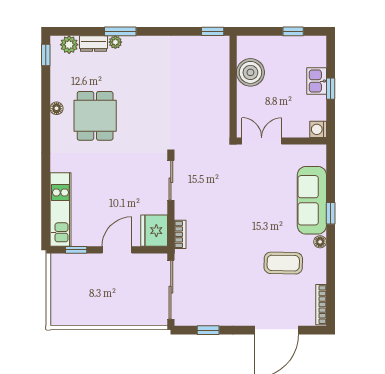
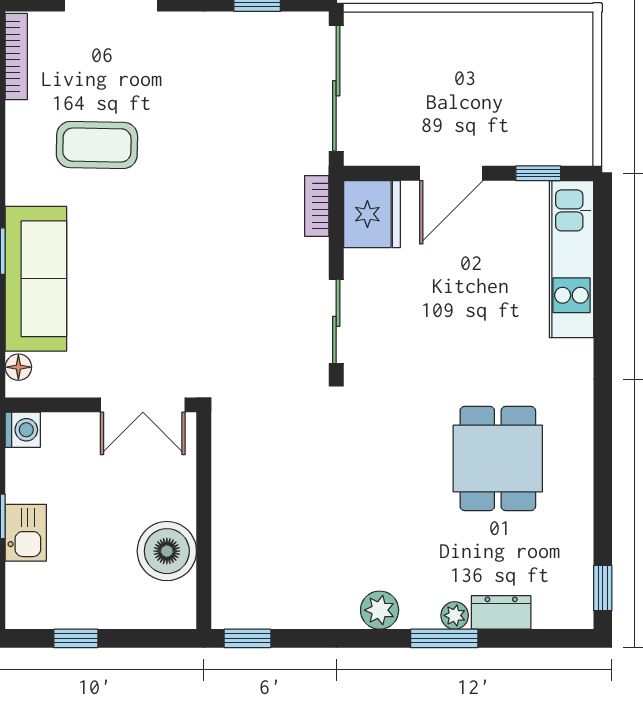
plant: (69, 45) -> (380, 610), moved
floor lamp: (57, 108) -> (580, 475), removed
floor lamp: (320, 242) -> (18, 367), moved

